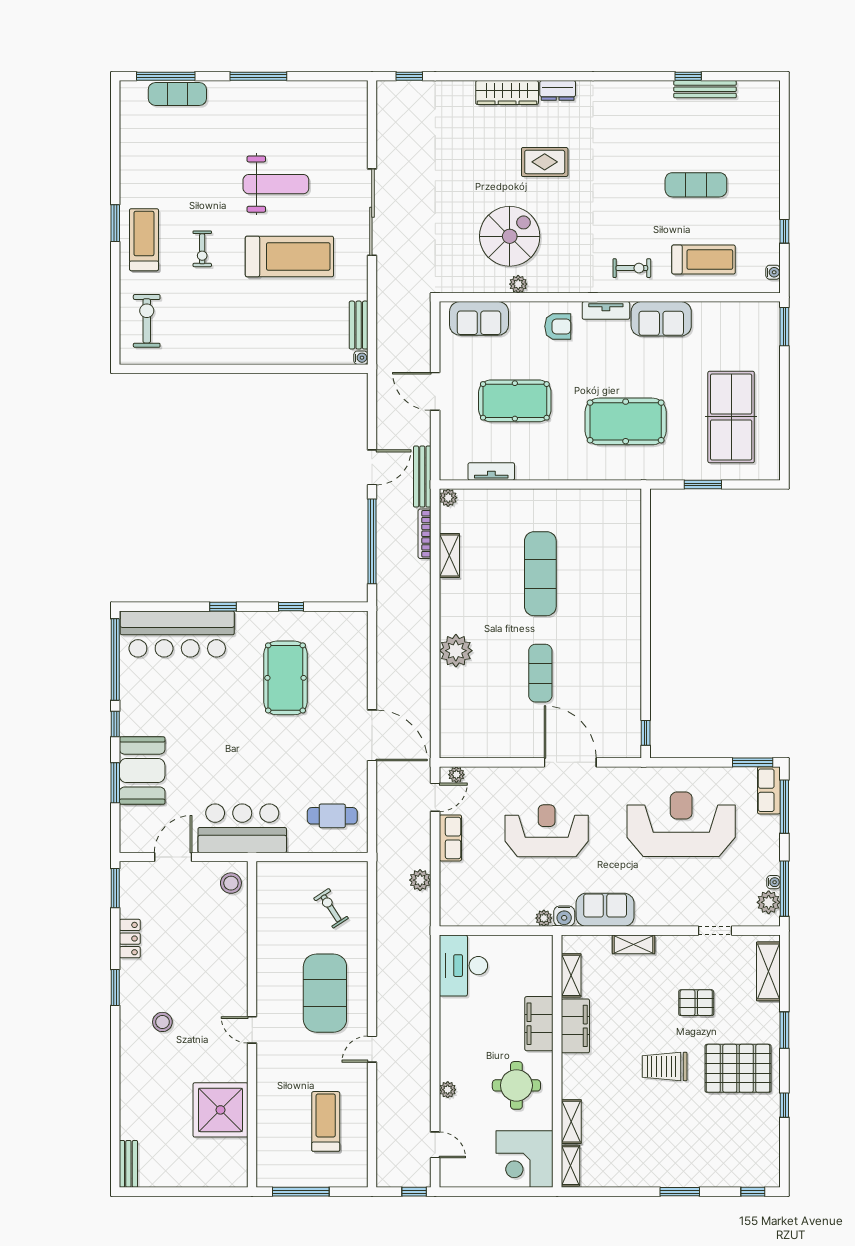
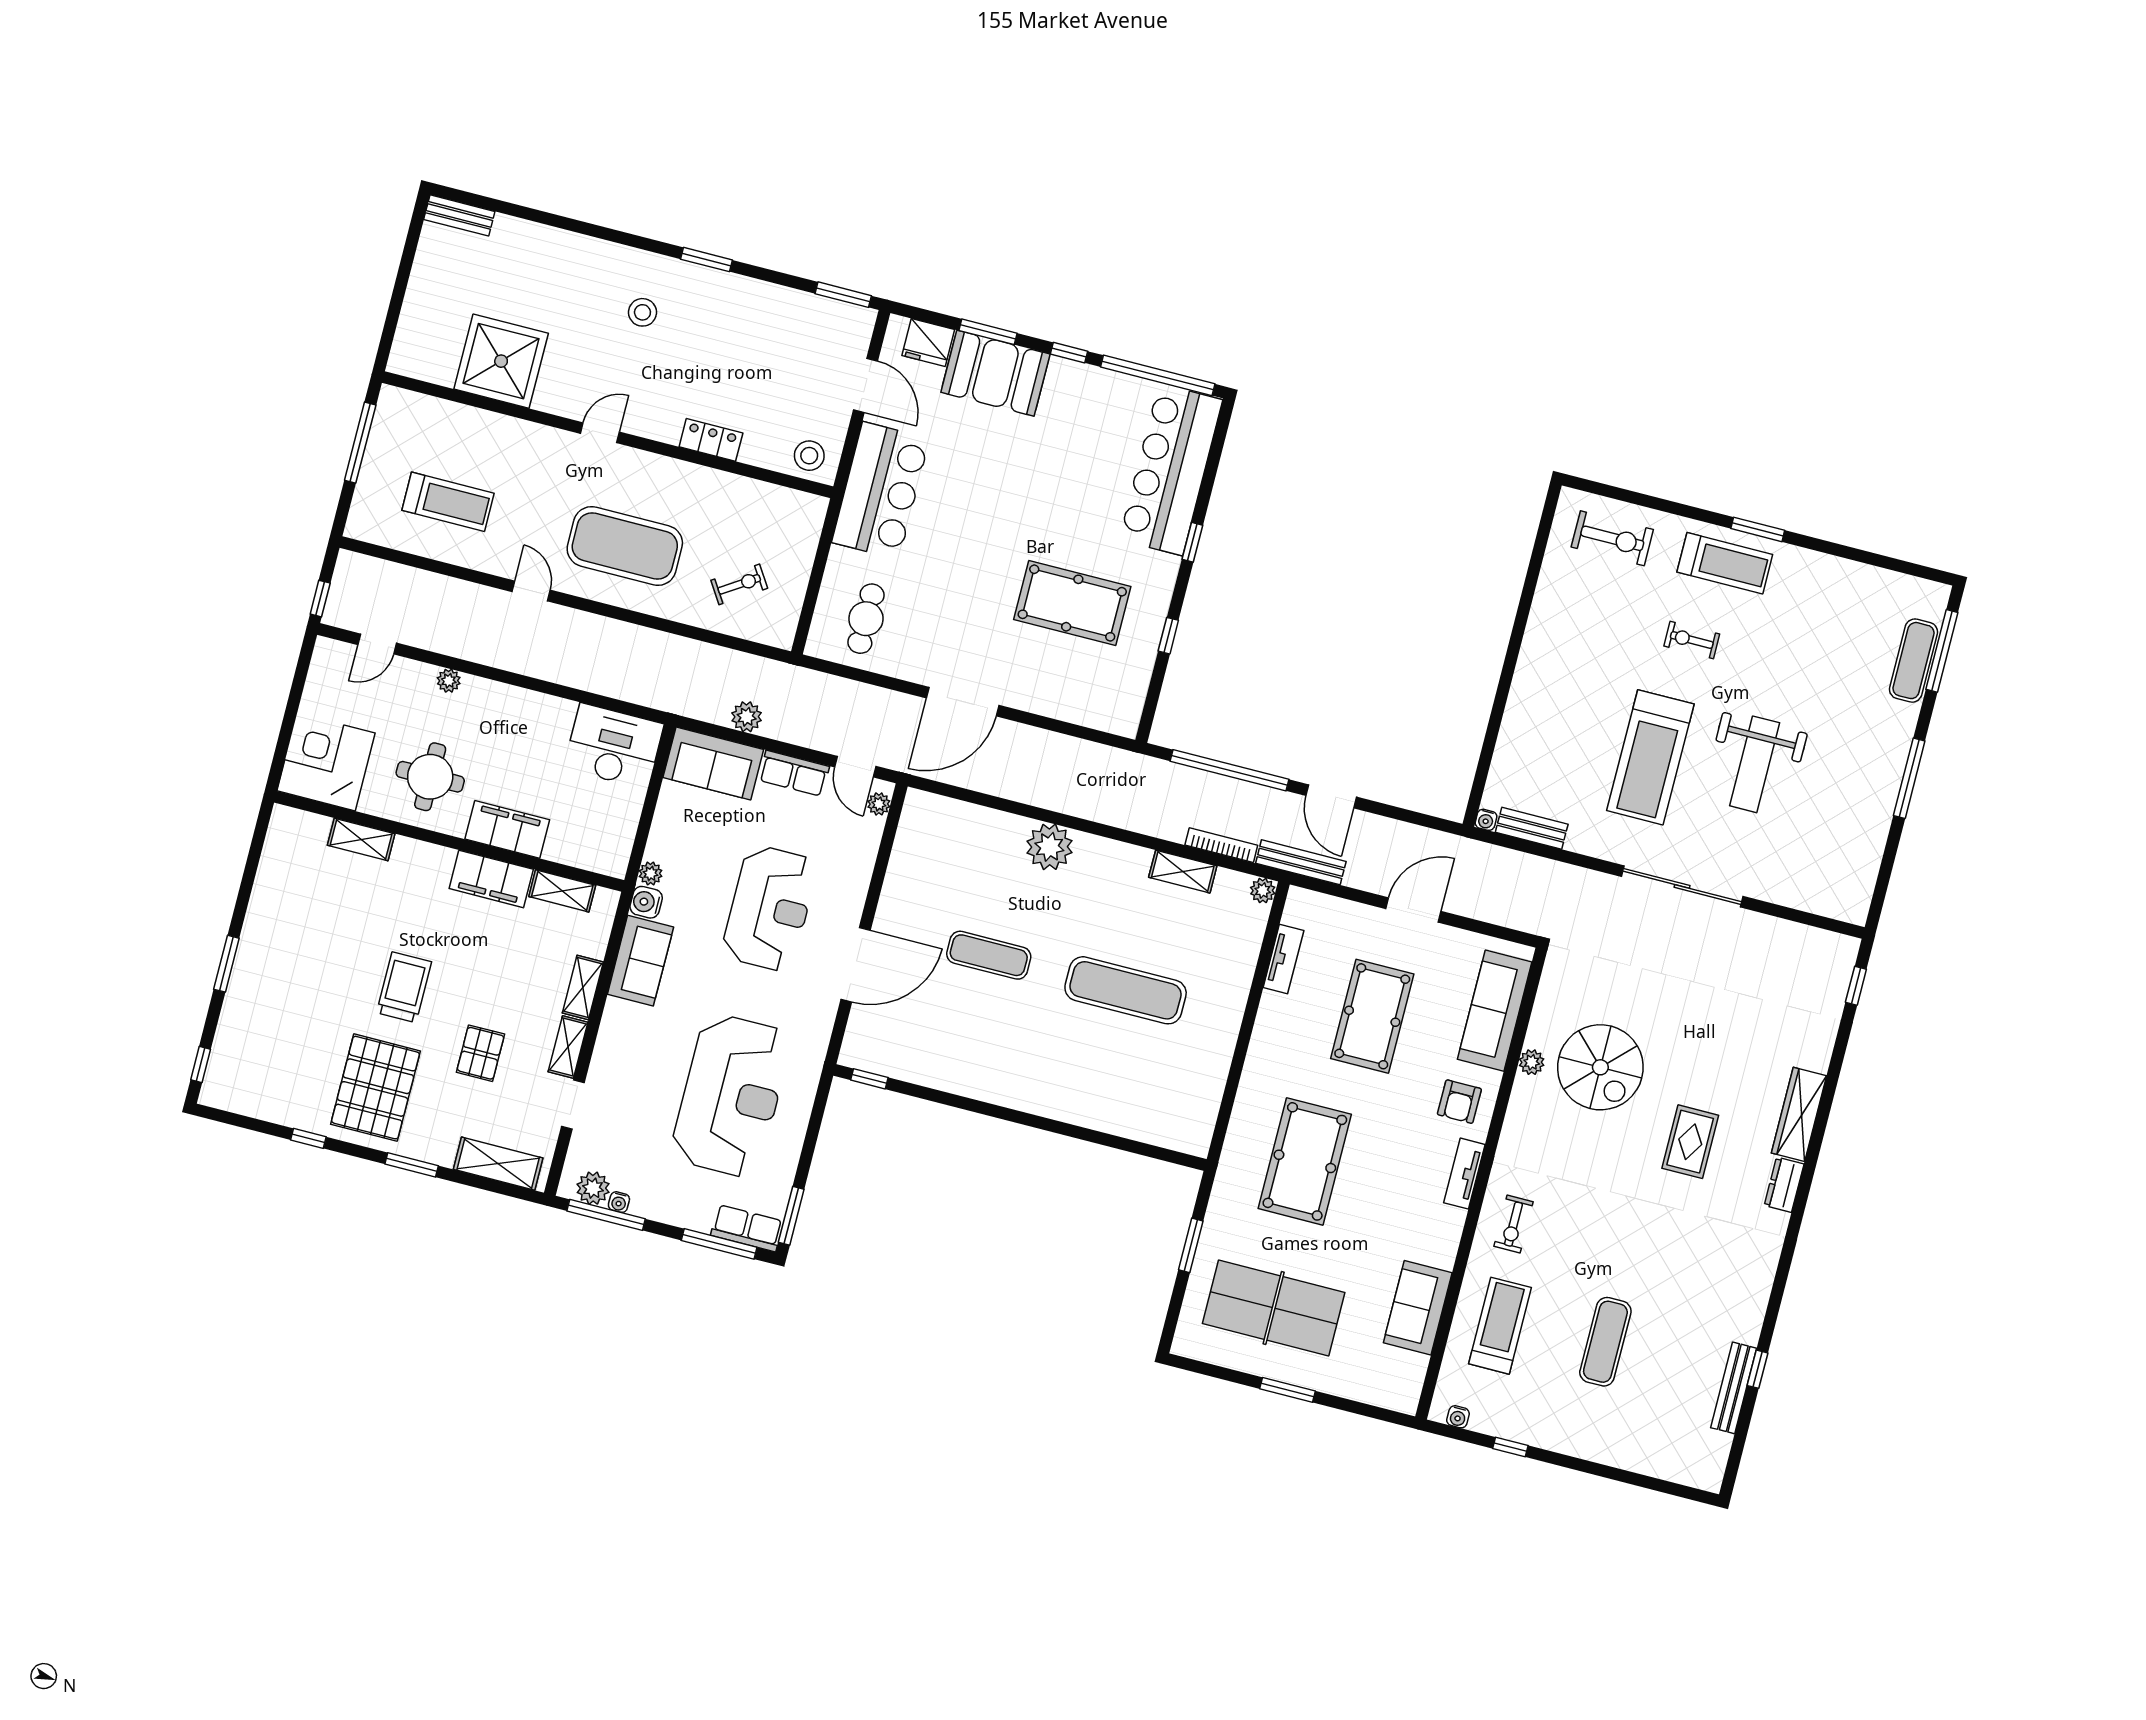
treadmill: (704, 259) -> (1500, 1326), turned 180
sofa: (479, 318) -> (1495, 1011), width x1.36
sofa: (661, 319) -> (1418, 1308), moved
window: (784, 327) -> (1288, 1390), moved
fridge: (133, 822) -> (928, 342), added
sofa: (458, 895) -> (713, 763), added
locker: (130, 939) -> (711, 440), moved, turned 180
shelving: (571, 1166) -> (568, 1047), moved, turned 90

